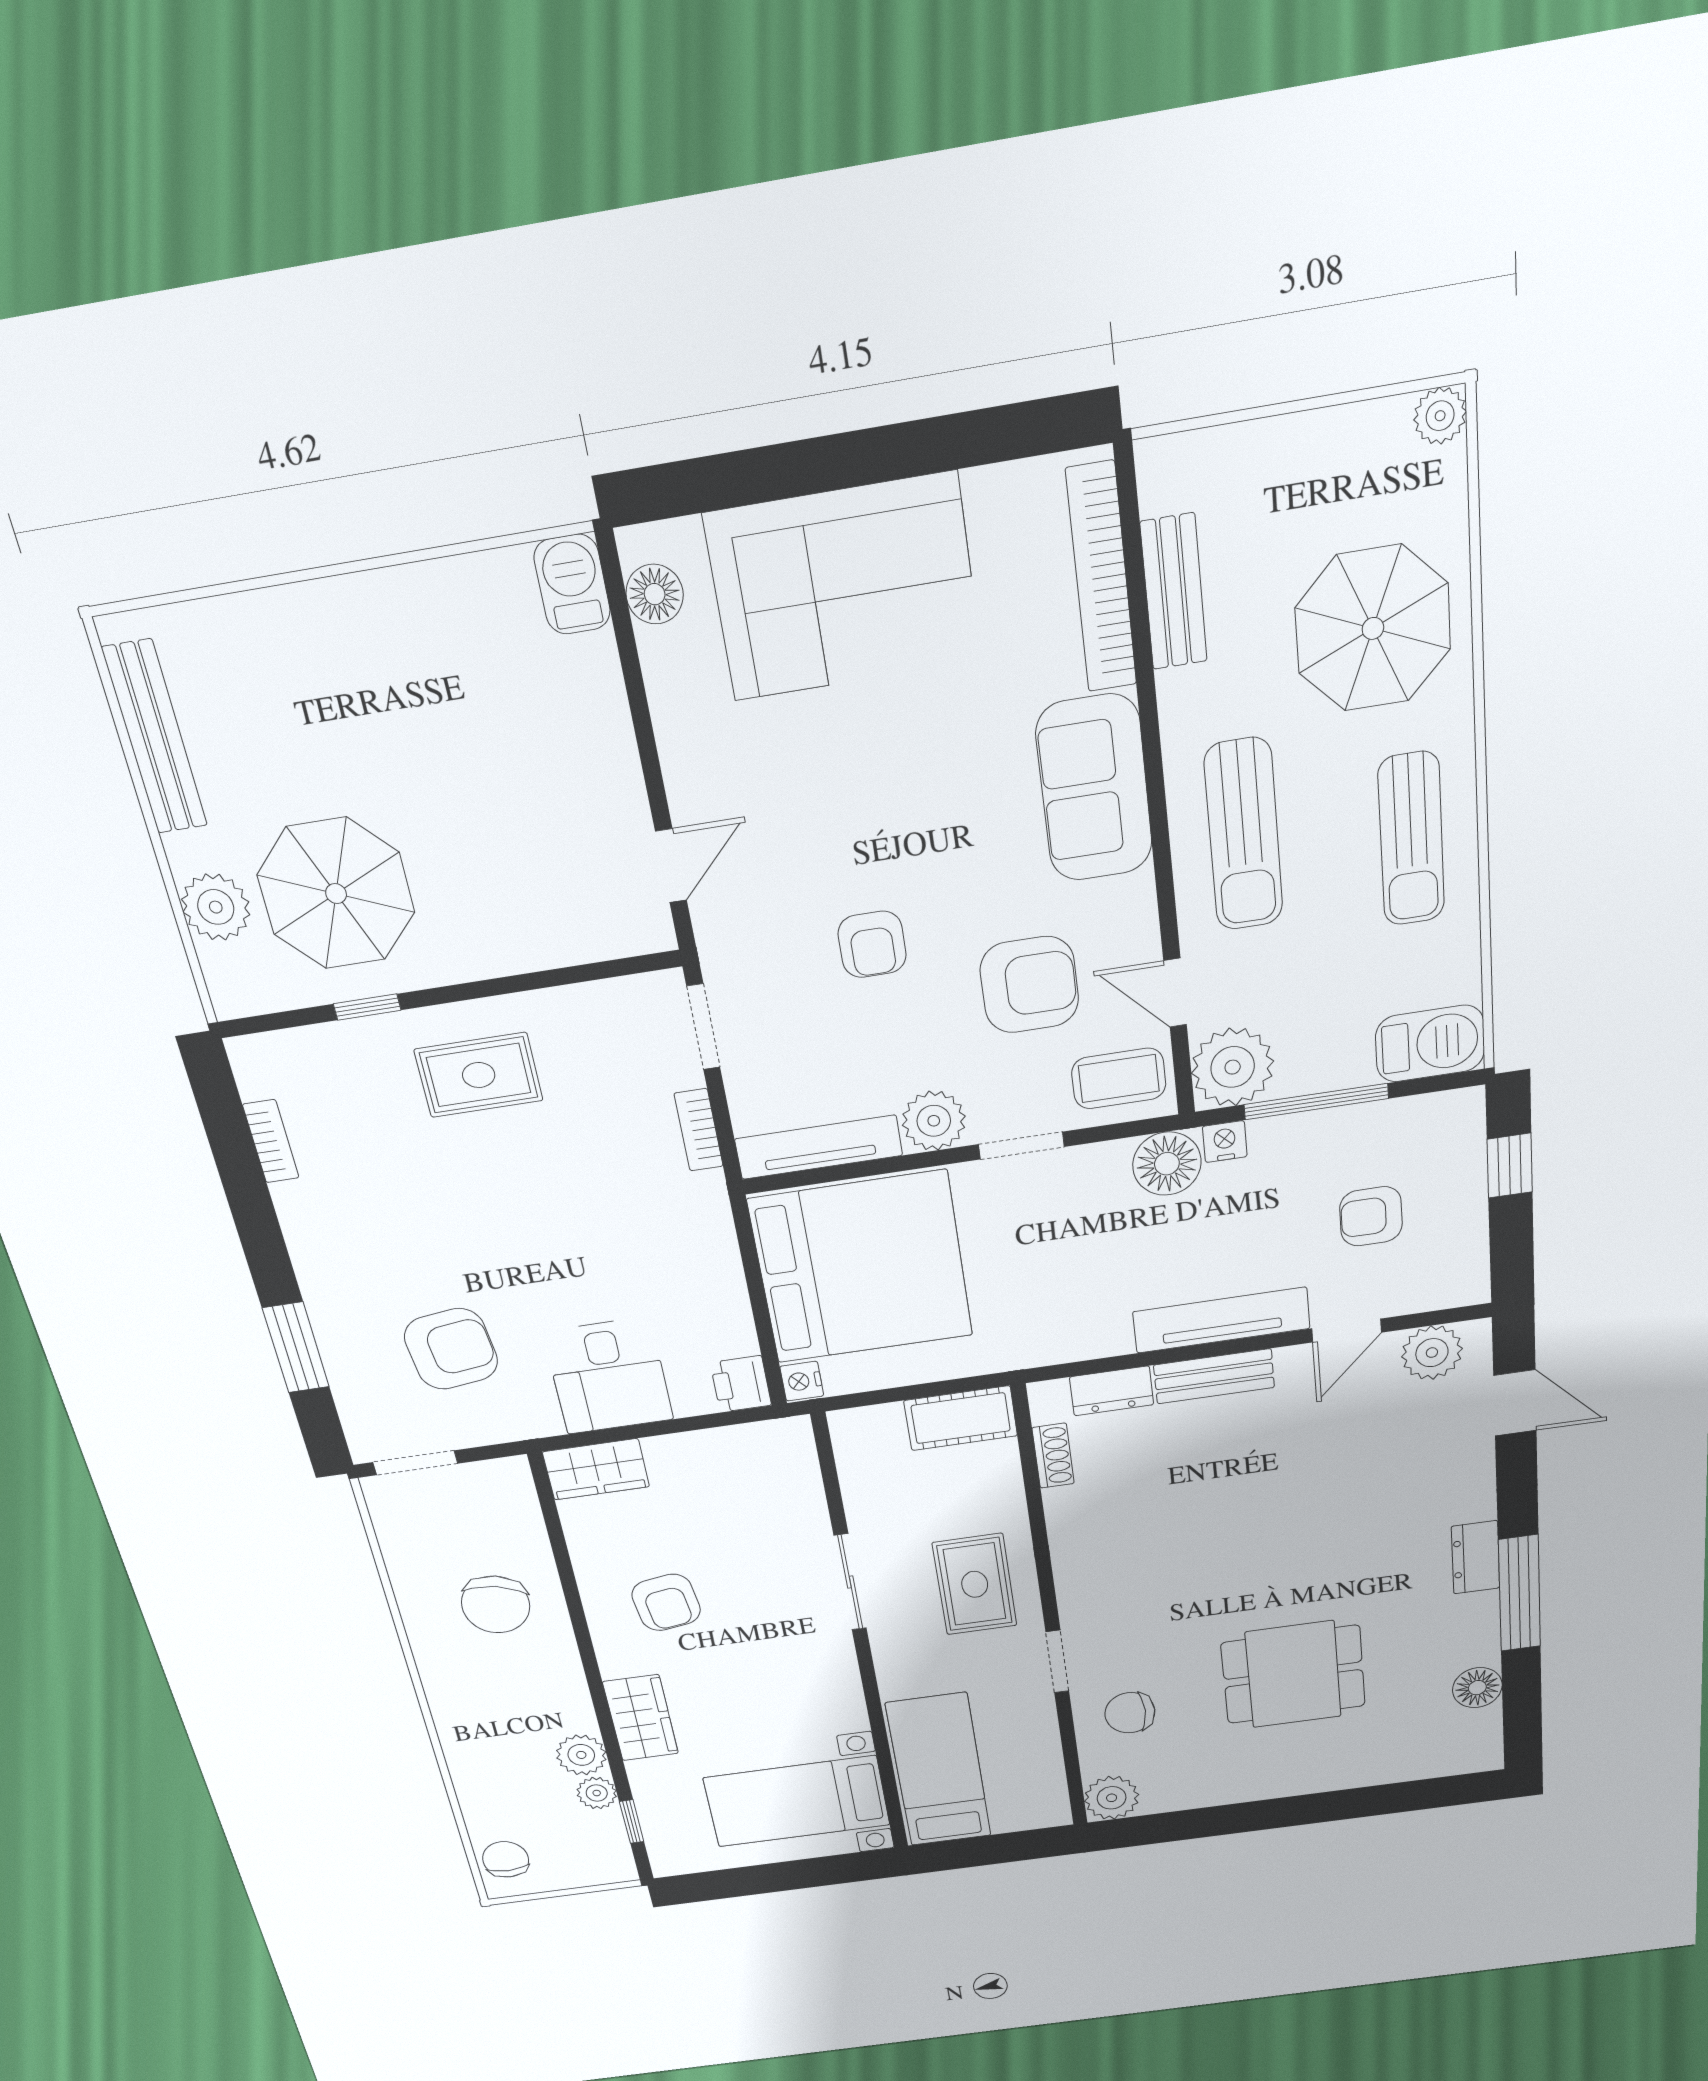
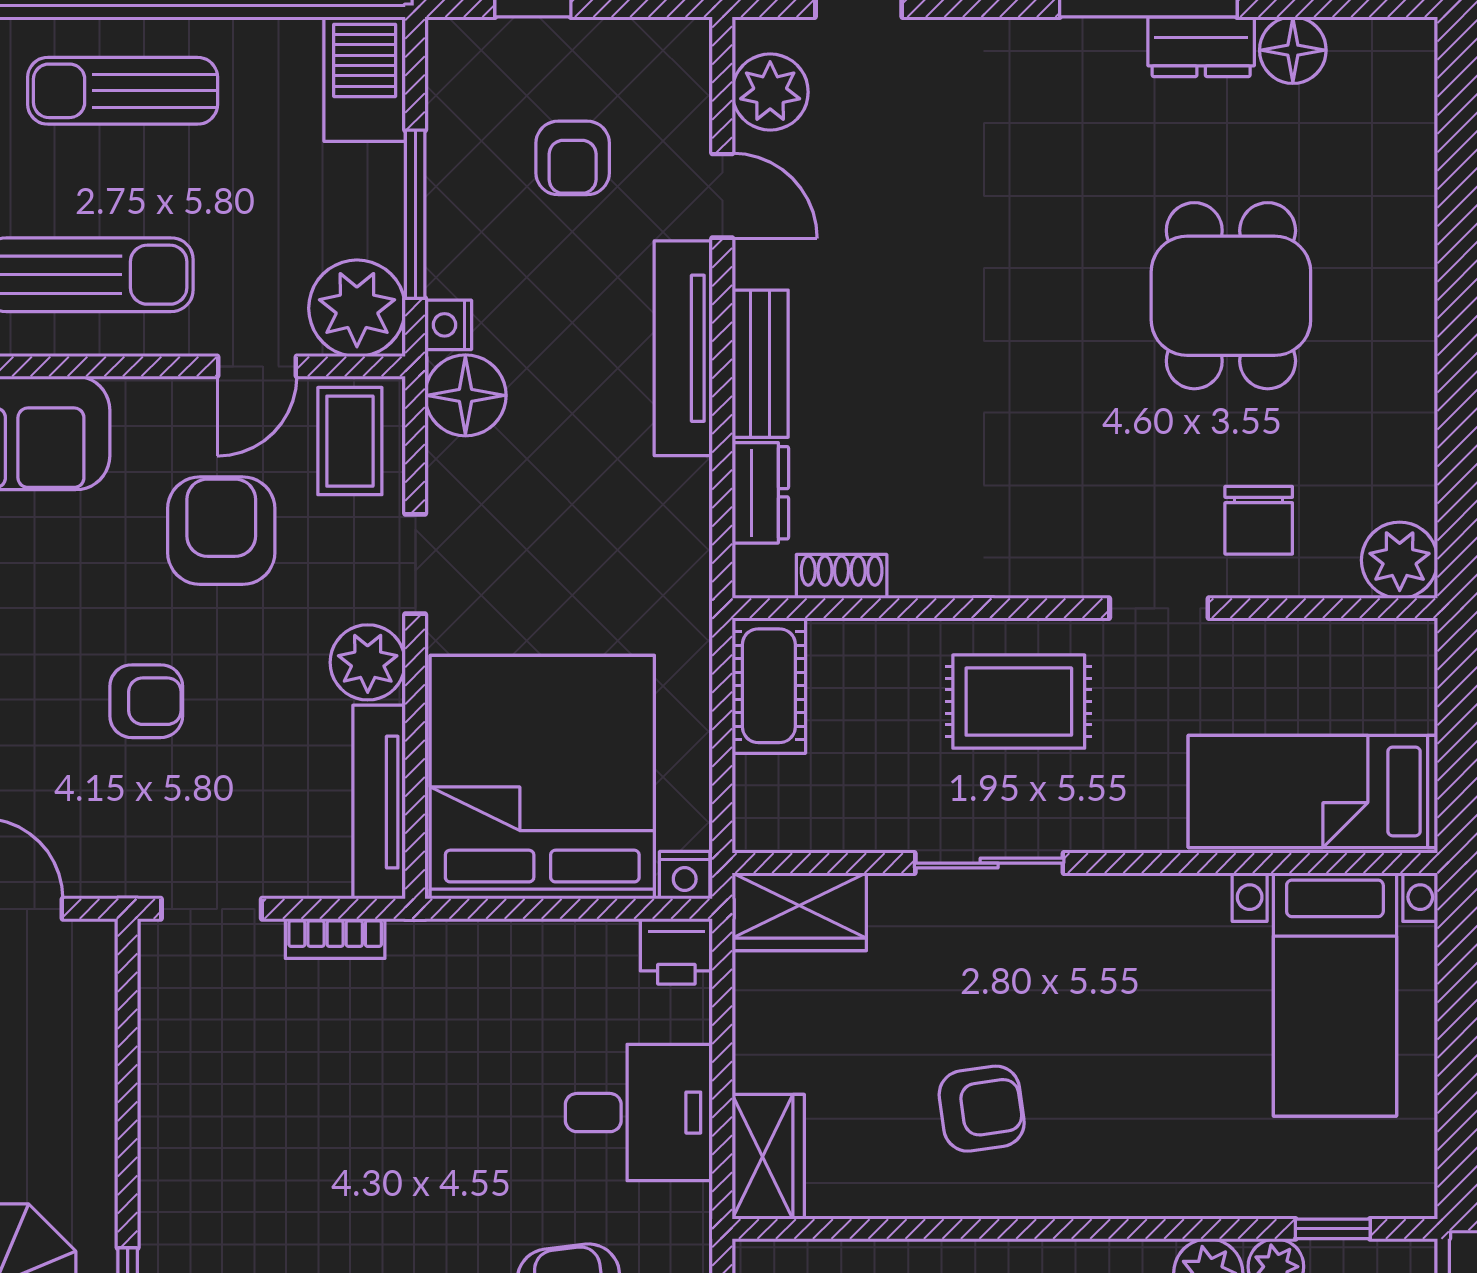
sun lounger: (1411, 839) -> (123, 91), turned 180
rug: (479, 1075) -> (228, 1179), removed
dresser: (1475, 1557) -> (1201, 47), moved
wardrobe: (641, 1718) -> (799, 912), moved, turned 180

